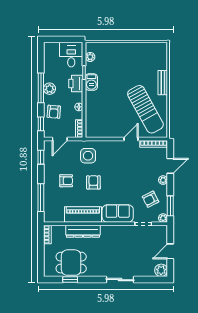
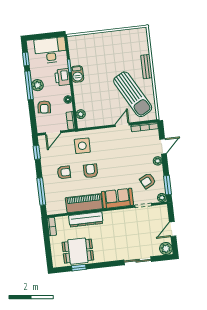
desk: (71, 55) -> (51, 50), width x1.37
plant: (90, 57) -> (81, 114), moved
window: (41, 124) -> (26, 59), moved
sliding door: (120, 280) -> (138, 261), moved

